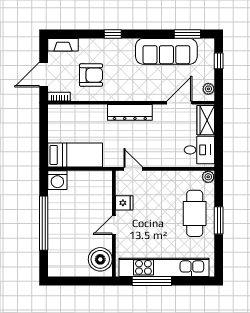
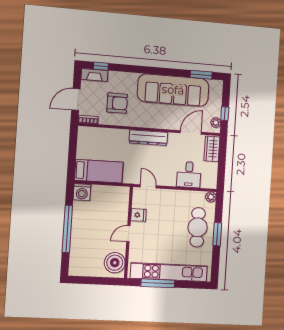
window: (113, 34) -> (101, 66), moved
sofa: (166, 51) -> (173, 90), width x1.36, depth x1.27
window: (219, 61) -> (225, 114), moved
desk: (199, 150) -> (189, 175), moved, turned 90

